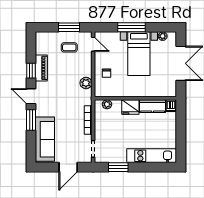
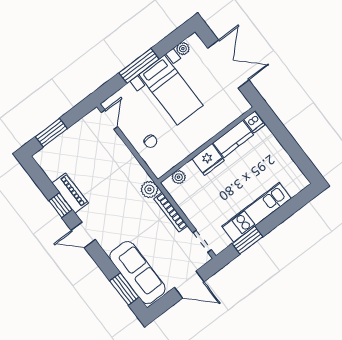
window: (69, 27) -> (51, 133), moved
door: (93, 44) -> (109, 120), hinge flipped
coffee table: (69, 47) -> (84, 144), removed
plant: (86, 83) -> (149, 189), moved
window: (31, 120) -> (124, 289), moved
kitchen unit: (152, 156) -> (256, 212), moved
door: (68, 167) -> (189, 285), hinge flipped

